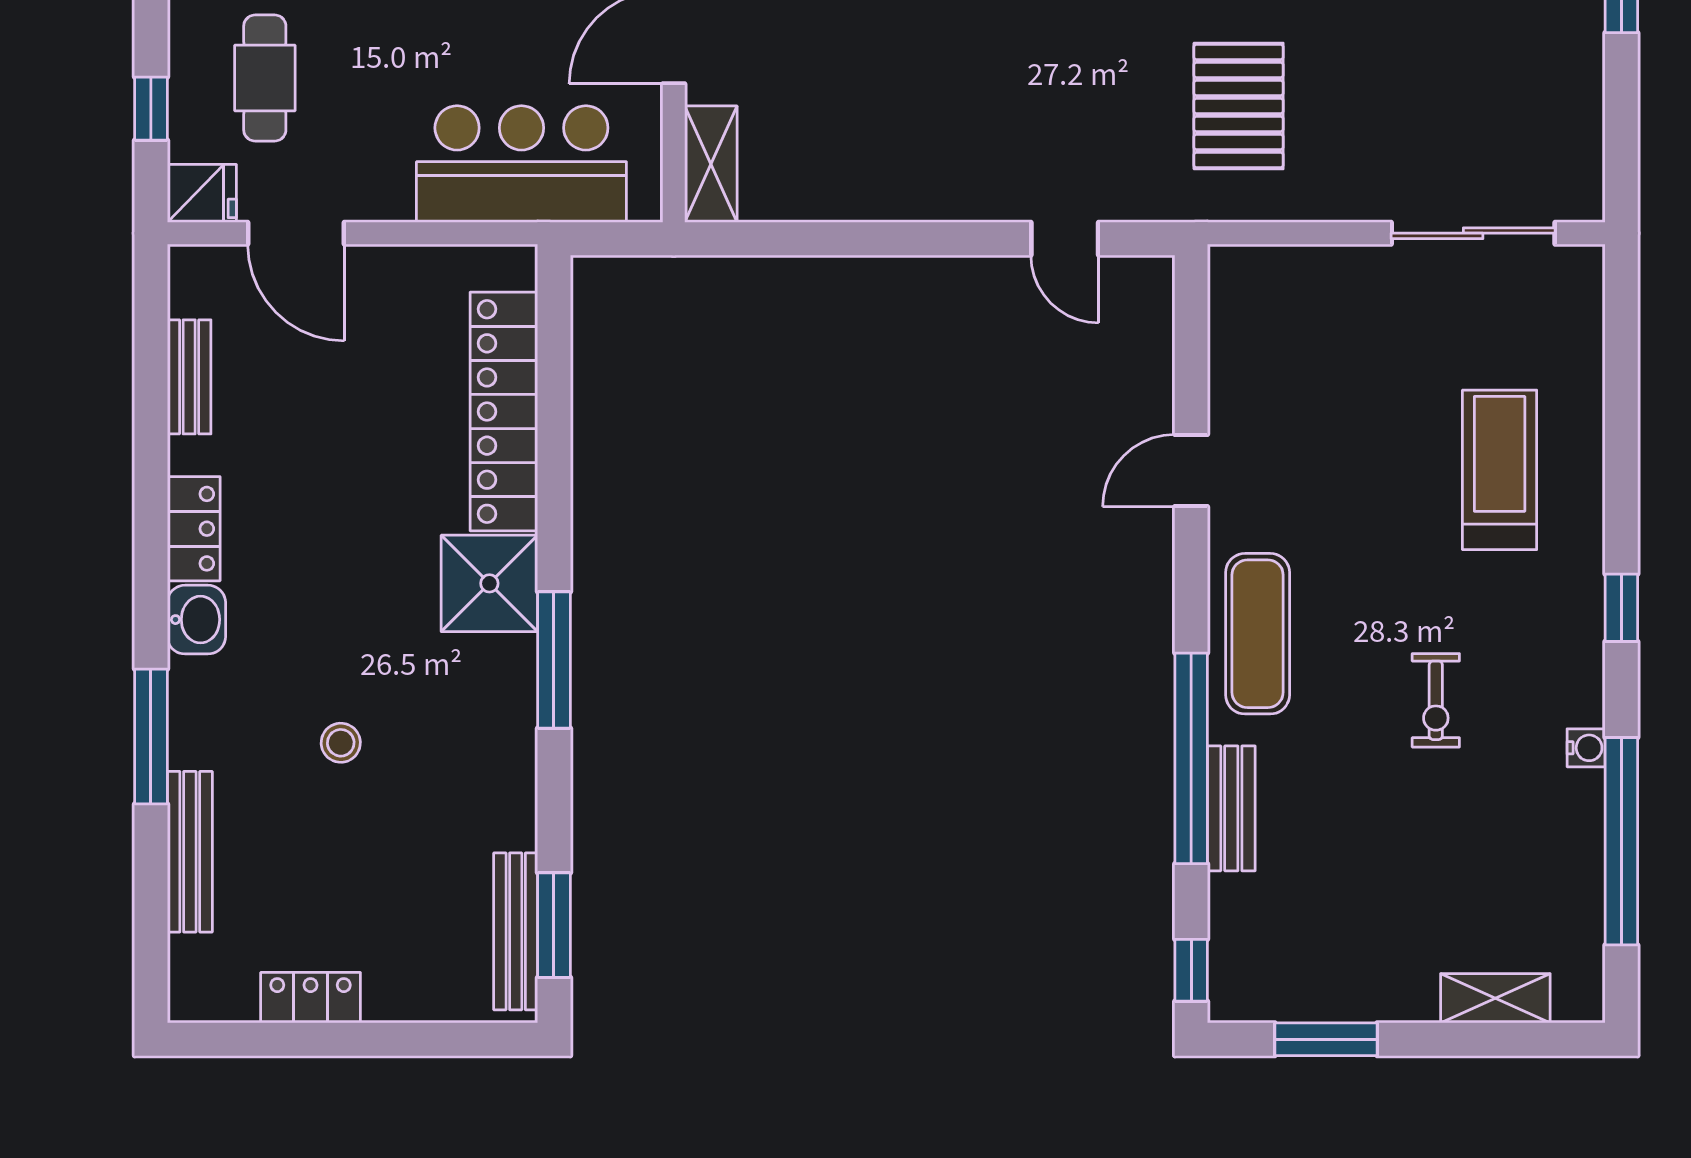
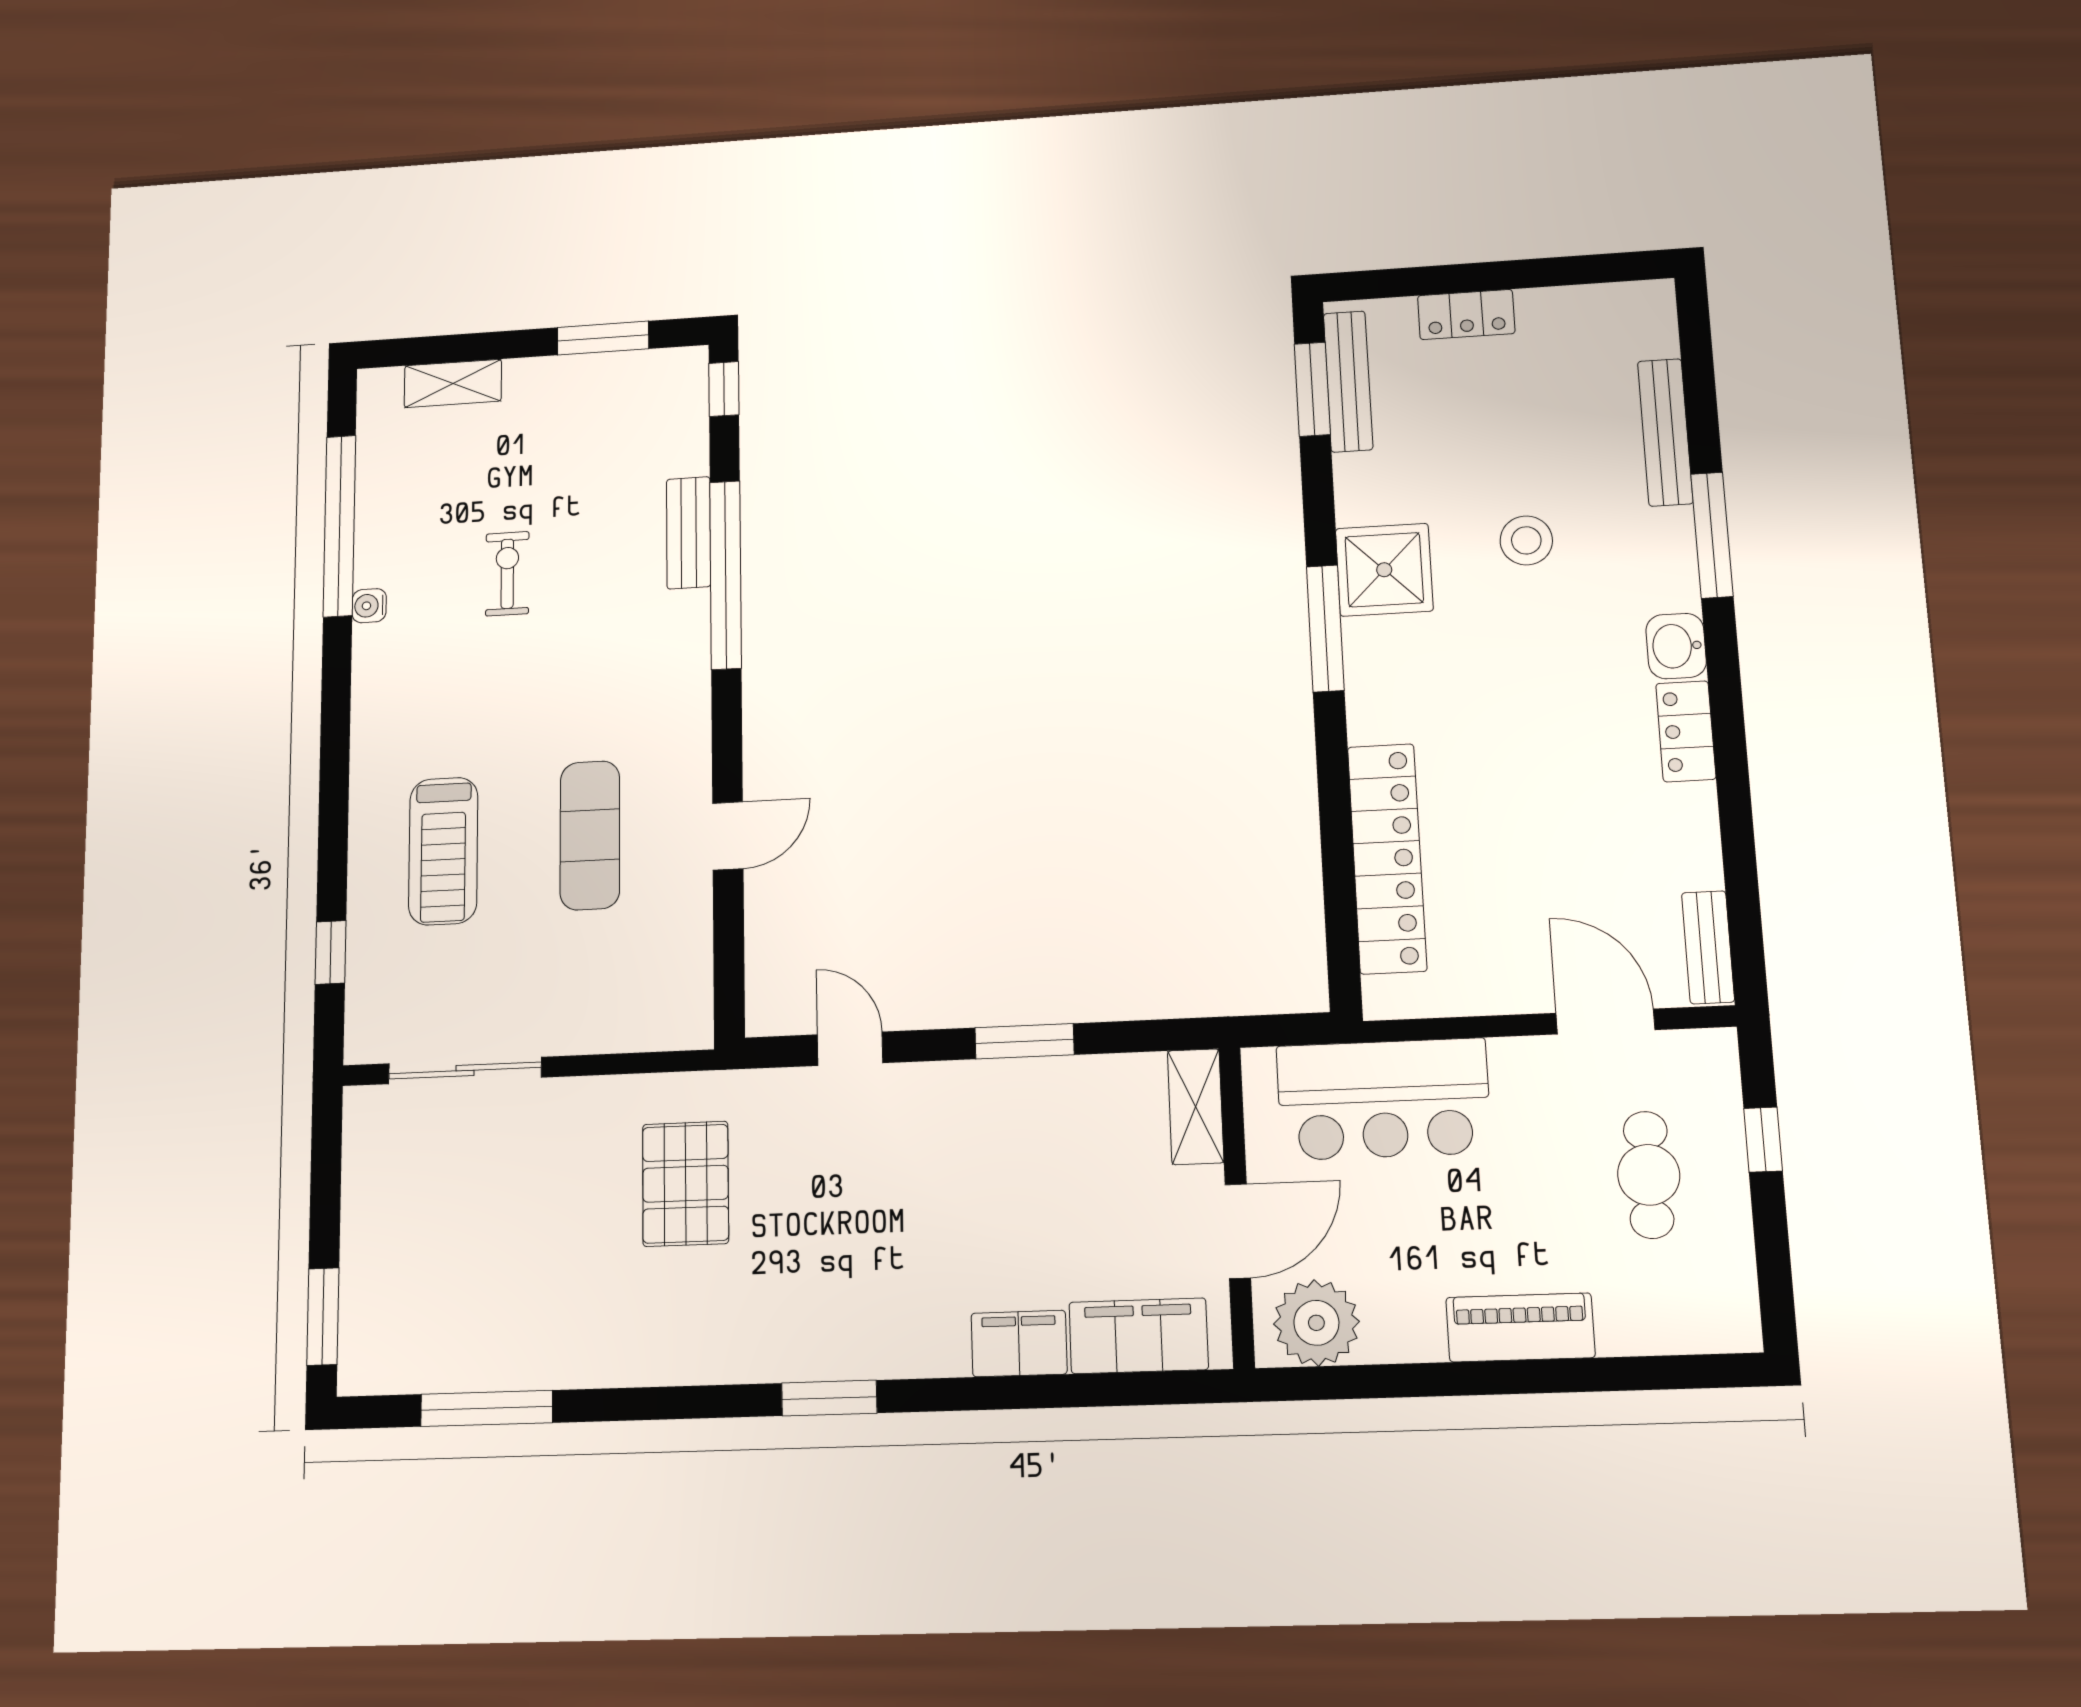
fridge: (202, 193) -> (1704, 1057), removed
window: (883, 239) -> (1025, 1041), added
bench: (189, 377) -> (1708, 947), moved
shower: (489, 583) -> (1384, 570), moved
window: (1621, 608) -> (330, 952), moved
exercise mat: (1258, 634) -> (590, 835), moved
exercise bike: (1436, 700) -> (507, 574), moved
stool: (341, 743) -> (1526, 540), width x1.37, depth x1.37
locker: (311, 998) -> (1466, 315), moved

